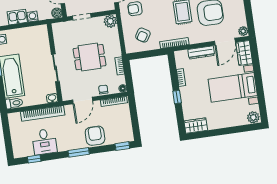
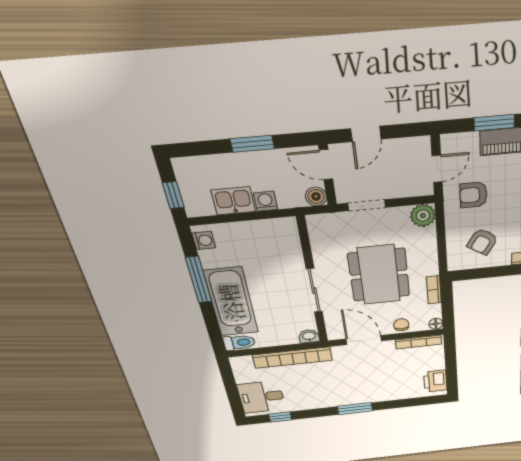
dining table: (90, 57) -> (379, 275), width x1.38
door: (83, 100) -> (364, 340), swing flipped
printer: (126, 131) -> (435, 381), added
armchair: (95, 136) -> (383, 388), removed
desk: (44, 142) -> (261, 397), moved, turned 90
window: (122, 146) -> (427, 401), removed

